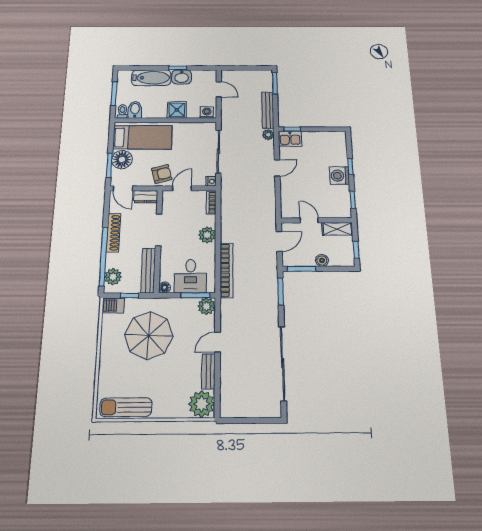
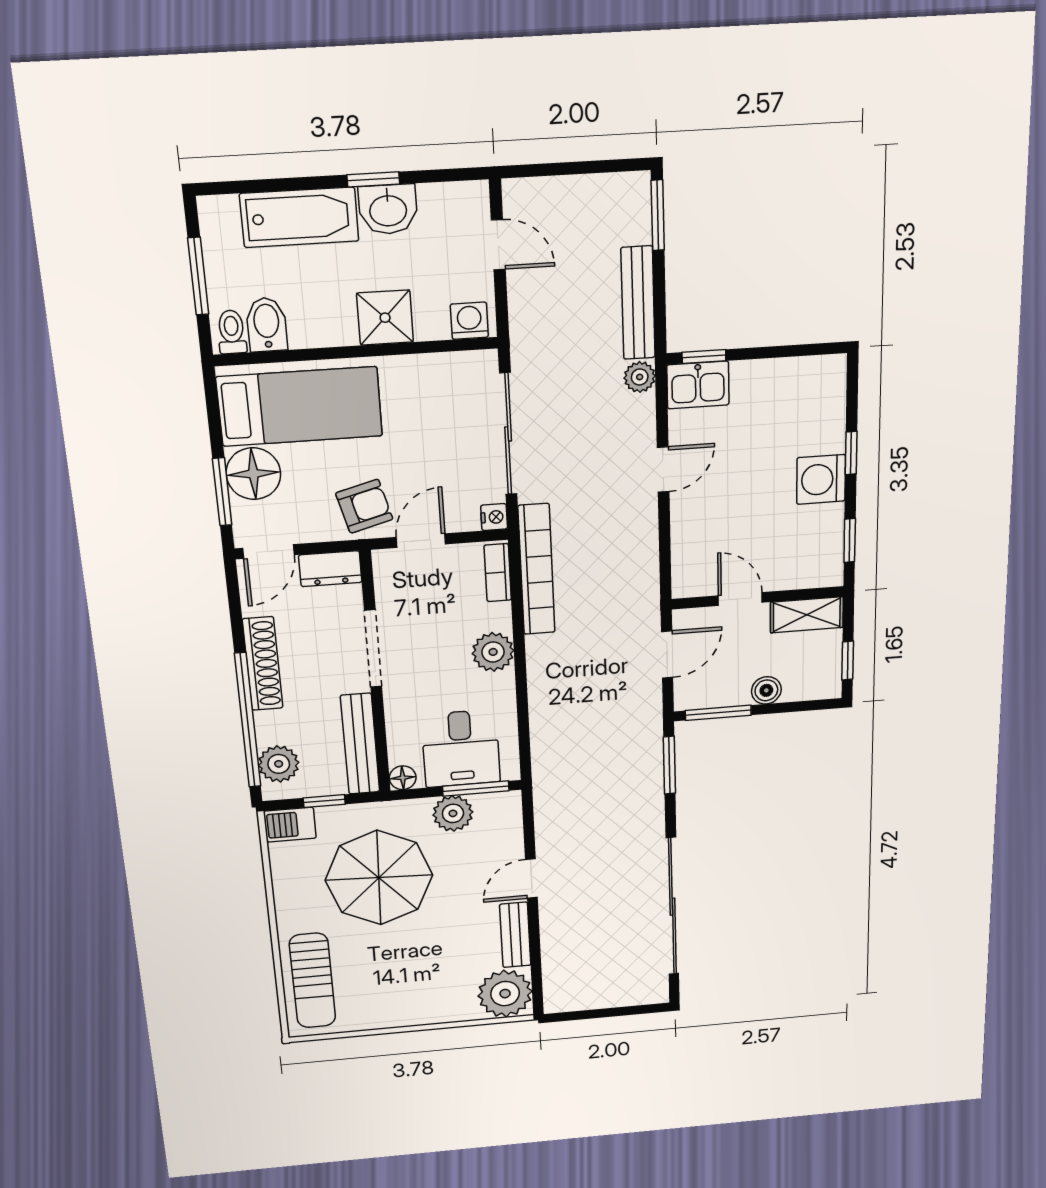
door: (123, 188) -> (268, 552), hinge flipped
bookcase: (227, 270) -> (536, 569), moved
plant: (206, 306) -> (453, 813), moved
sun lounger: (126, 407) -> (312, 981), moved, turned -90

